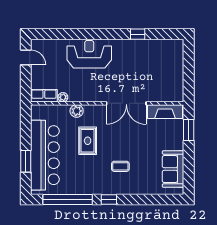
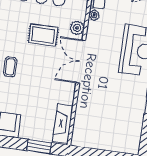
double door: (126, 103) -> (81, 62), moved

